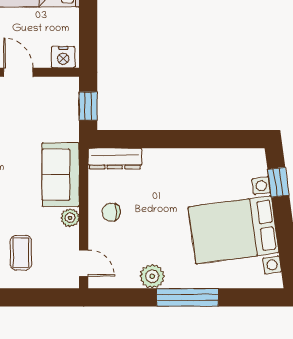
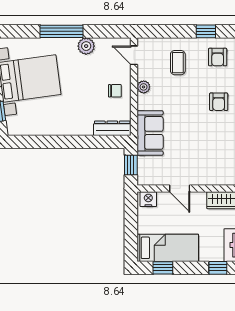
sofa: (61, 175) -> (150, 133), moved

